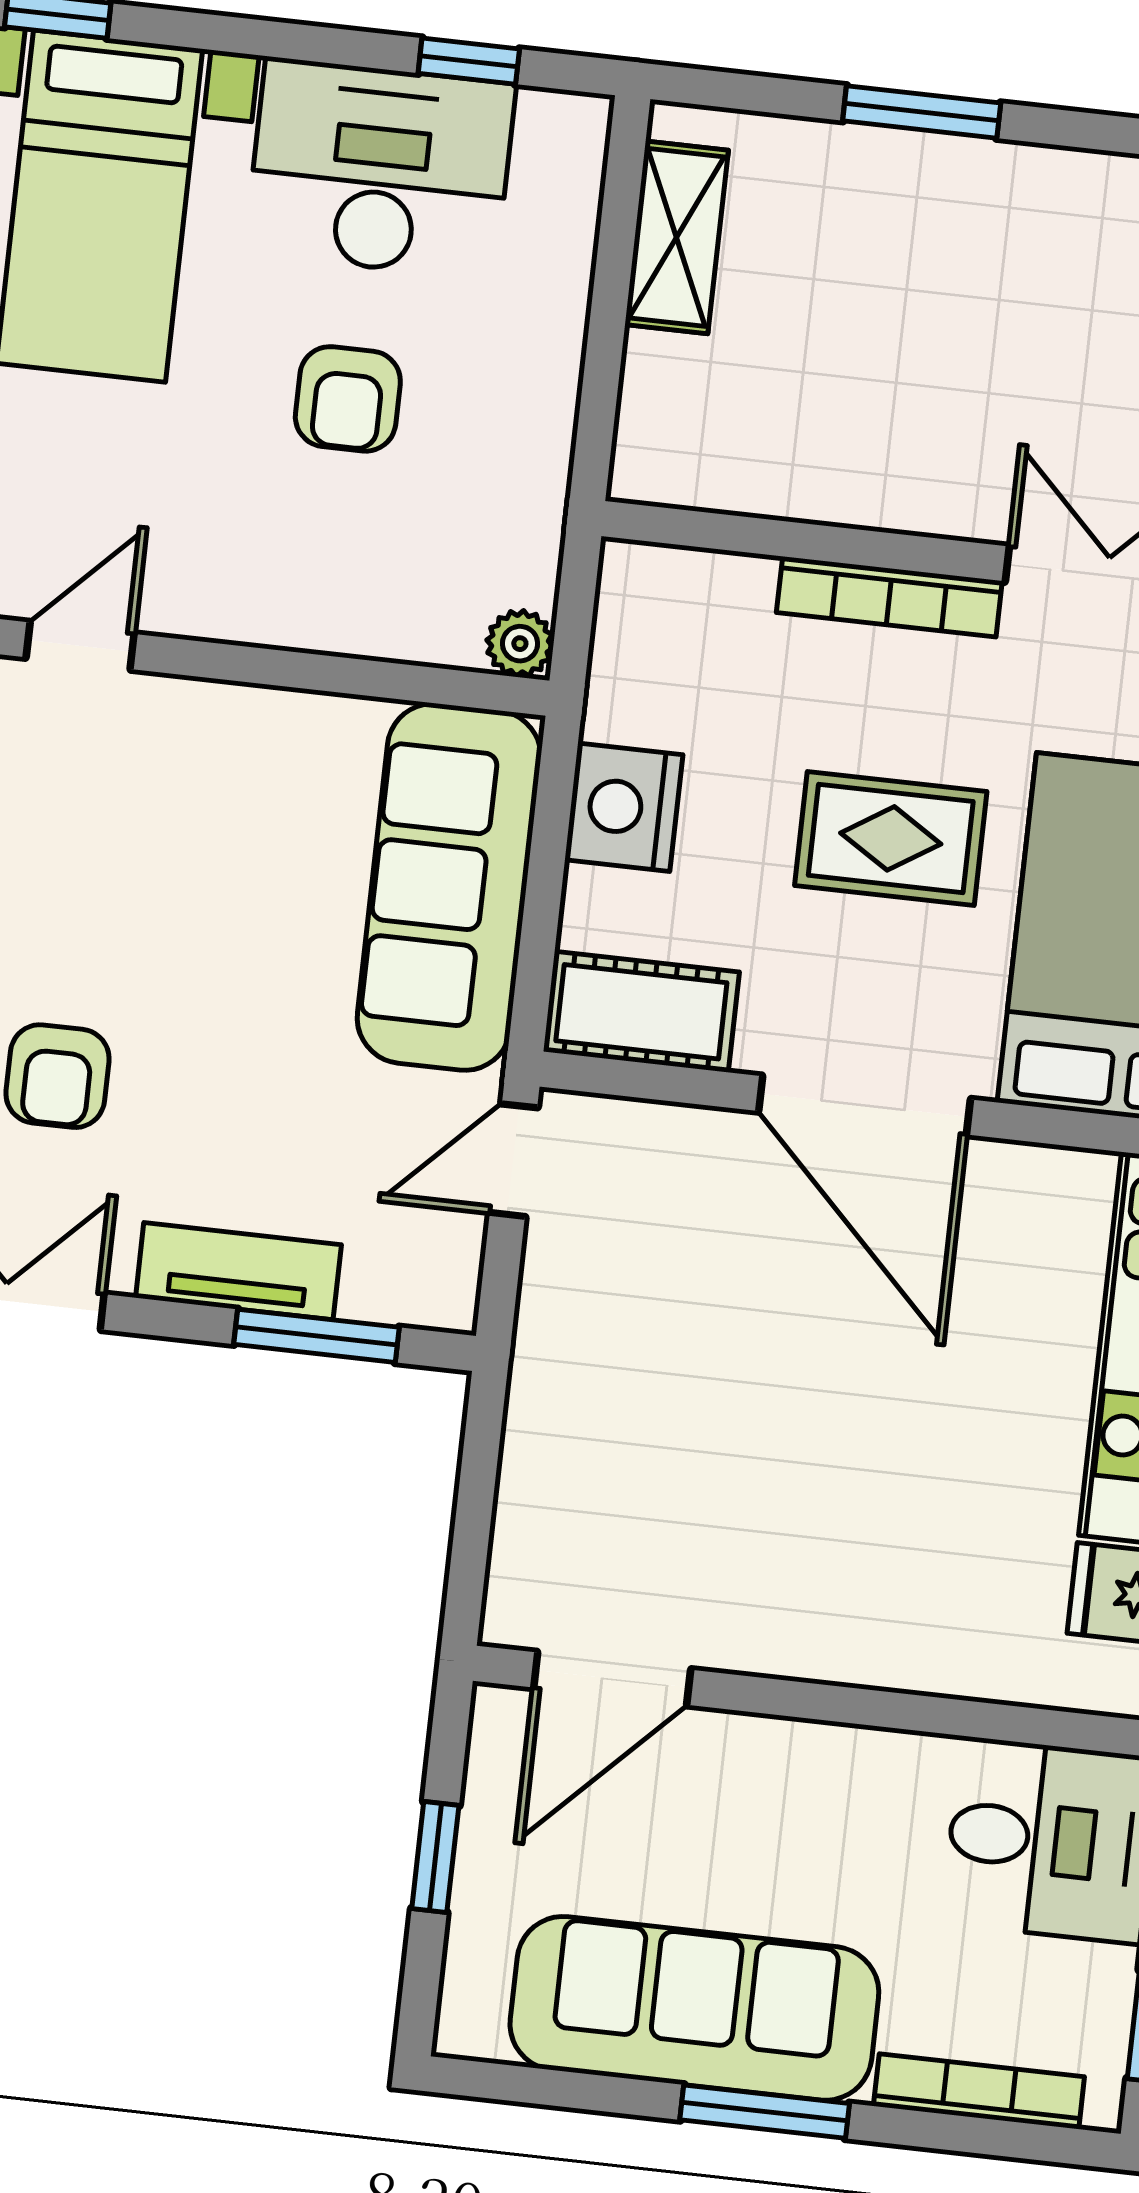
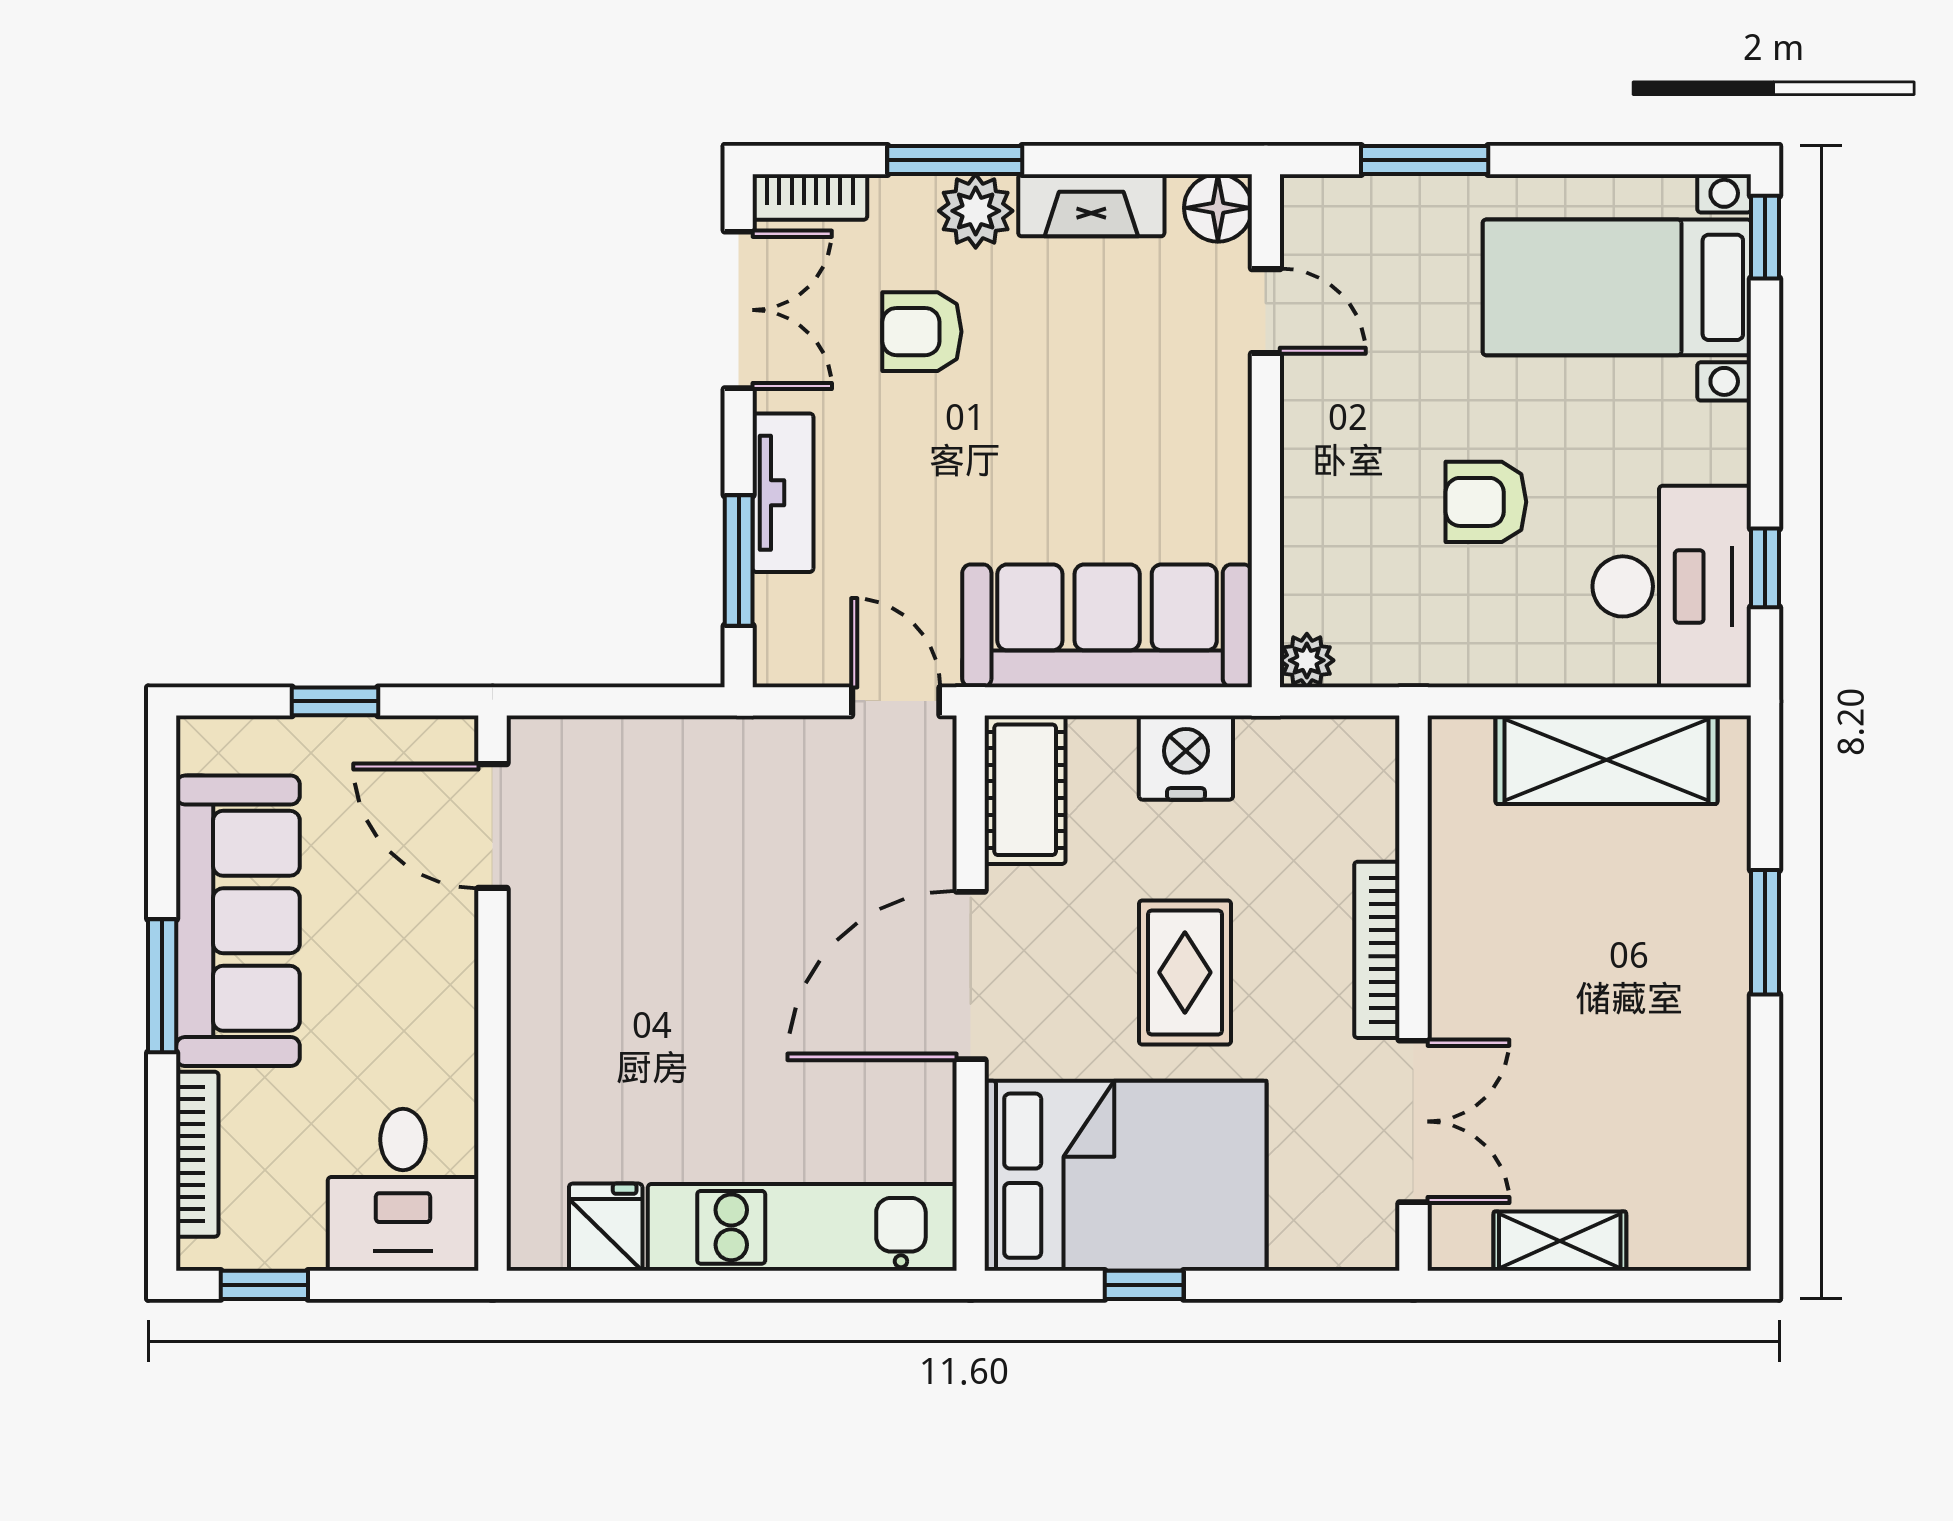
desk: (380, 169) -> (1672, 586), moved
shelving: (677, 237) -> (1607, 760), width x1.50, depth x1.33

